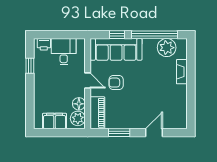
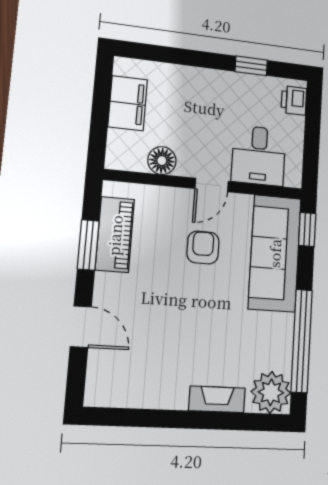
window: (117, 35) -> (307, 229), moved
plant: (167, 48) -> (271, 392), moved
desk: (64, 52) -> (259, 156), moved, turned 90
piano: (97, 113) -> (115, 235), moved, turned -90
plant: (78, 118) -> (129, 155), removed

